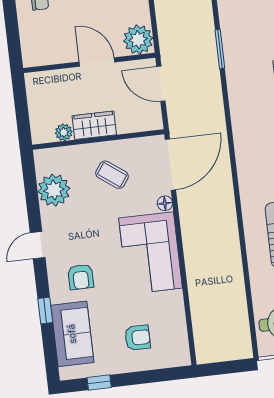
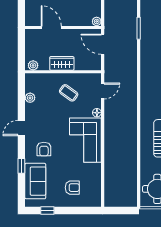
plant: (138, 40) -> (97, 21), width x0.53, depth x0.53
door: (97, 62) -> (51, 27), moved
plant: (64, 132) -> (33, 65), moved
door: (170, 165) -> (103, 91), width x0.53
plant: (54, 190) -> (30, 98), width x0.53, depth x0.53

